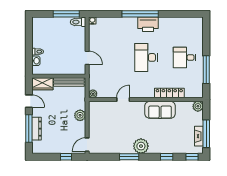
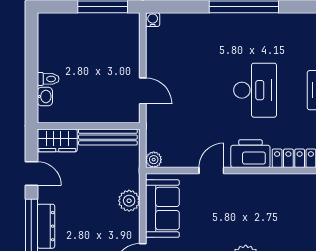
toilet: (78, 22) -> (125, 22), removed
printer: (148, 24) -> (250, 154), moved, turned 180
desk: (146, 57) -> (255, 90), turned 180
sofa: (160, 110) -> (162, 209), moved, turned -90

